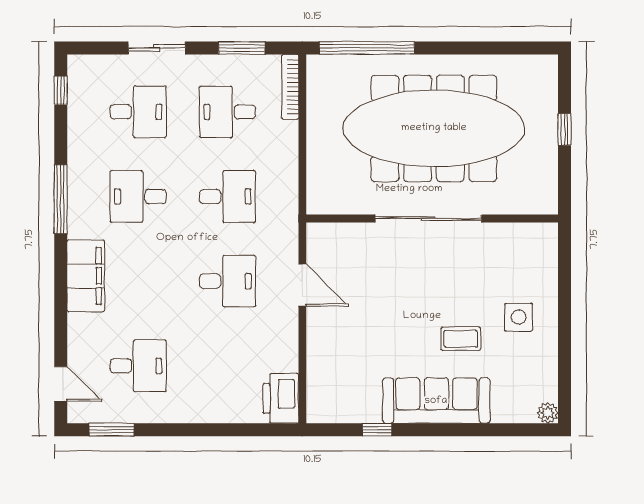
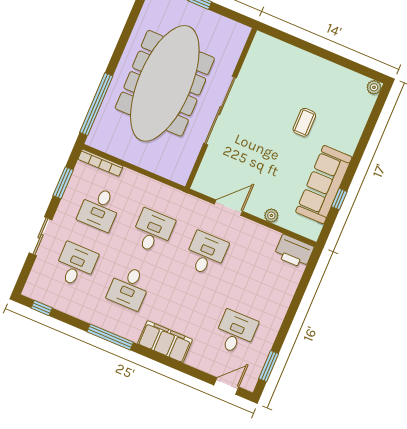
side table: (519, 317) -> (306, 80), removed
plant: (316, 347) -> (271, 215), added
sofa: (436, 401) -> (324, 185), moved

